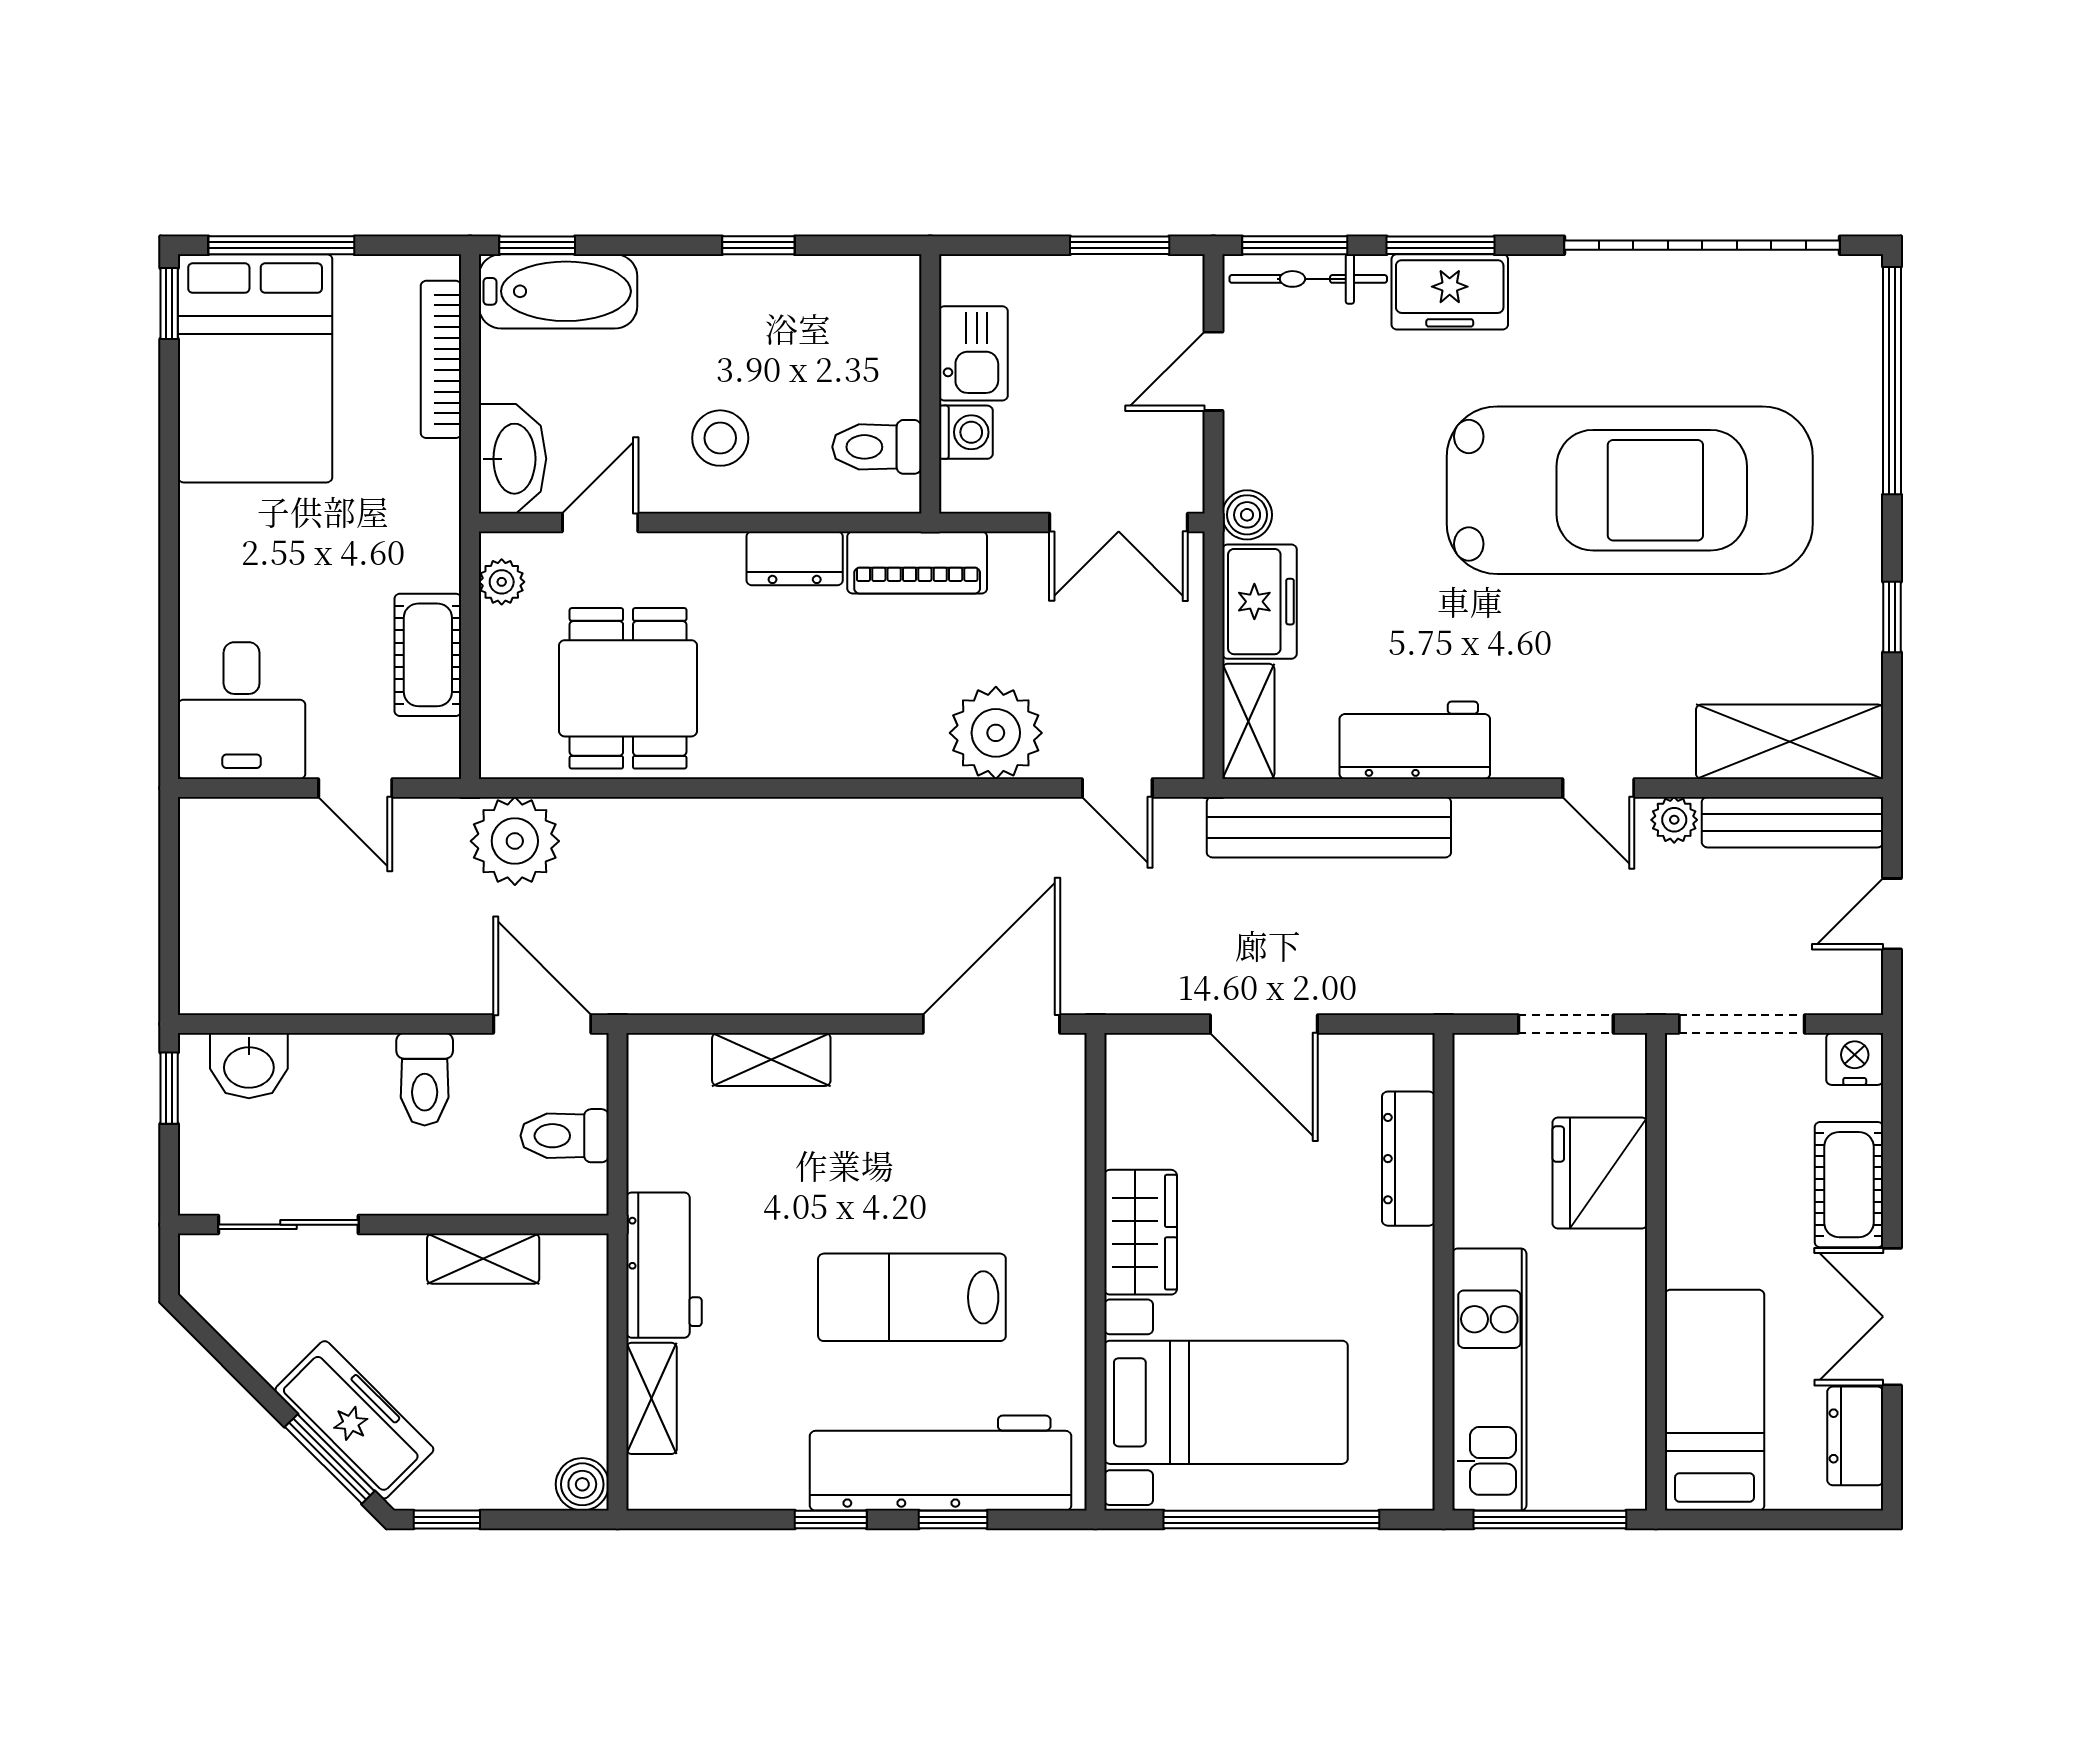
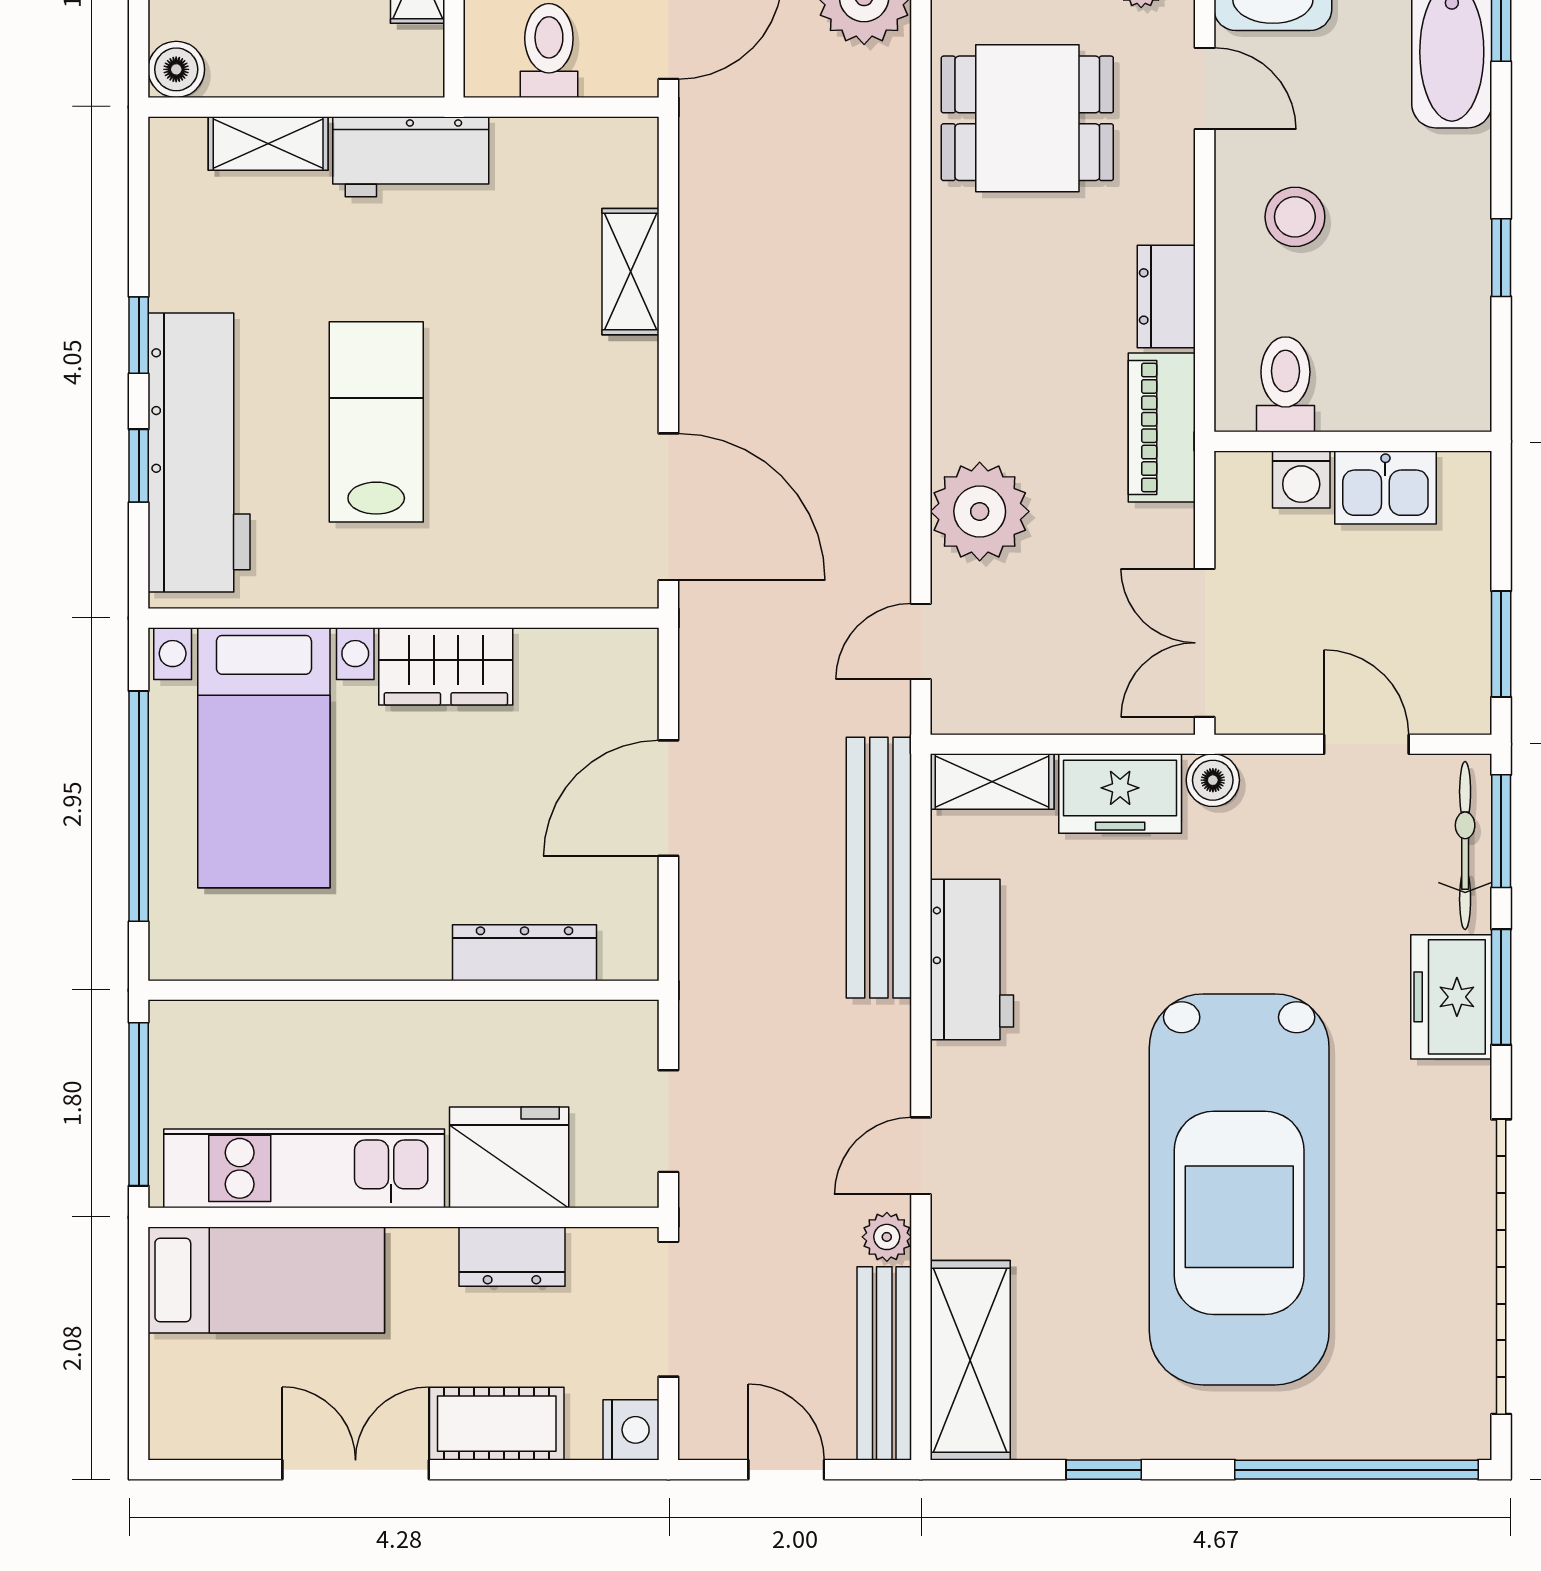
kitchen unit: (1489, 1380) -> (304, 1168), moved, turned 180
dresser: (1855, 1436) -> (512, 1257), moved, turned 180

